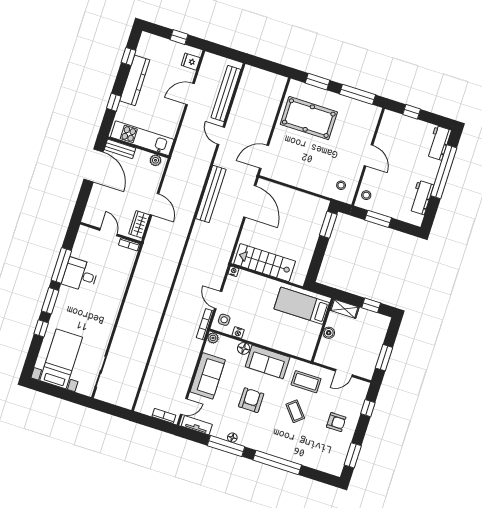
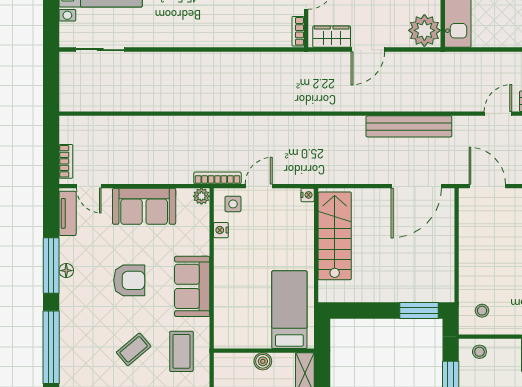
plant: (156, 160) -> (424, 30), width x1.88, depth x1.88
floor lamp: (244, 348) -> (201, 245), removed

